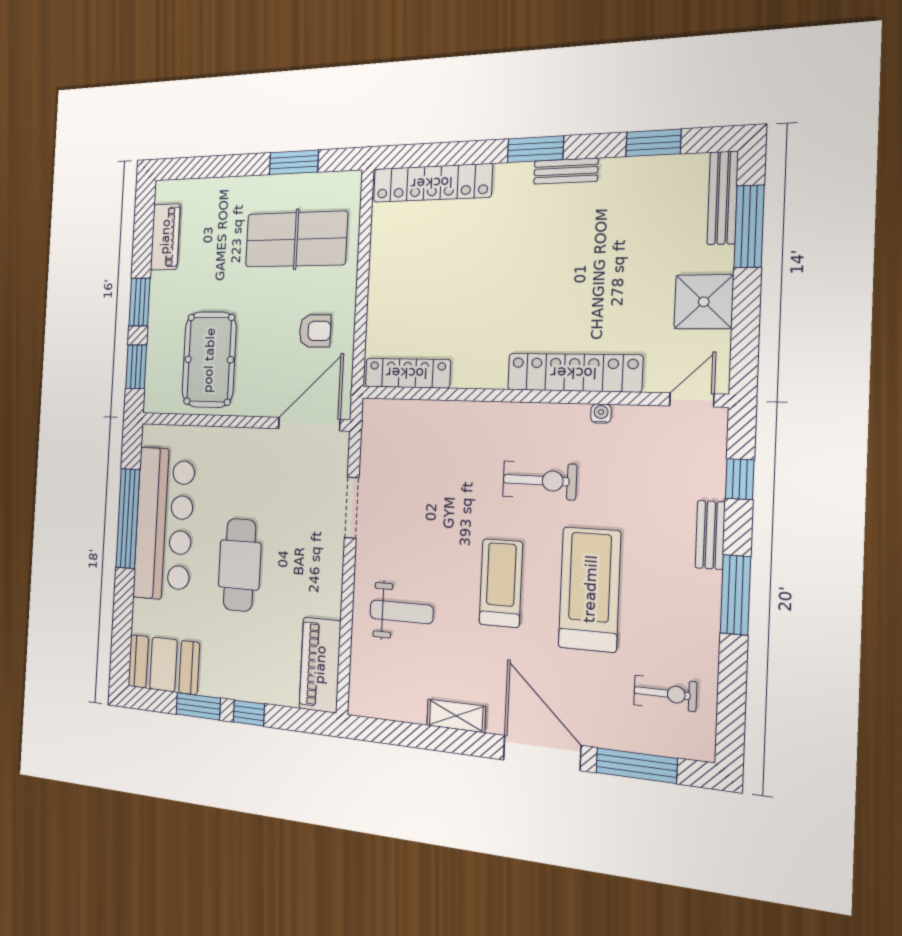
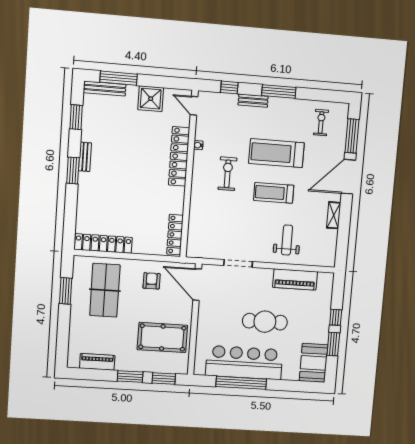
locker: (432, 183) -> (103, 243), moved, turned -90
piano: (320, 665) -> (295, 279), moved

